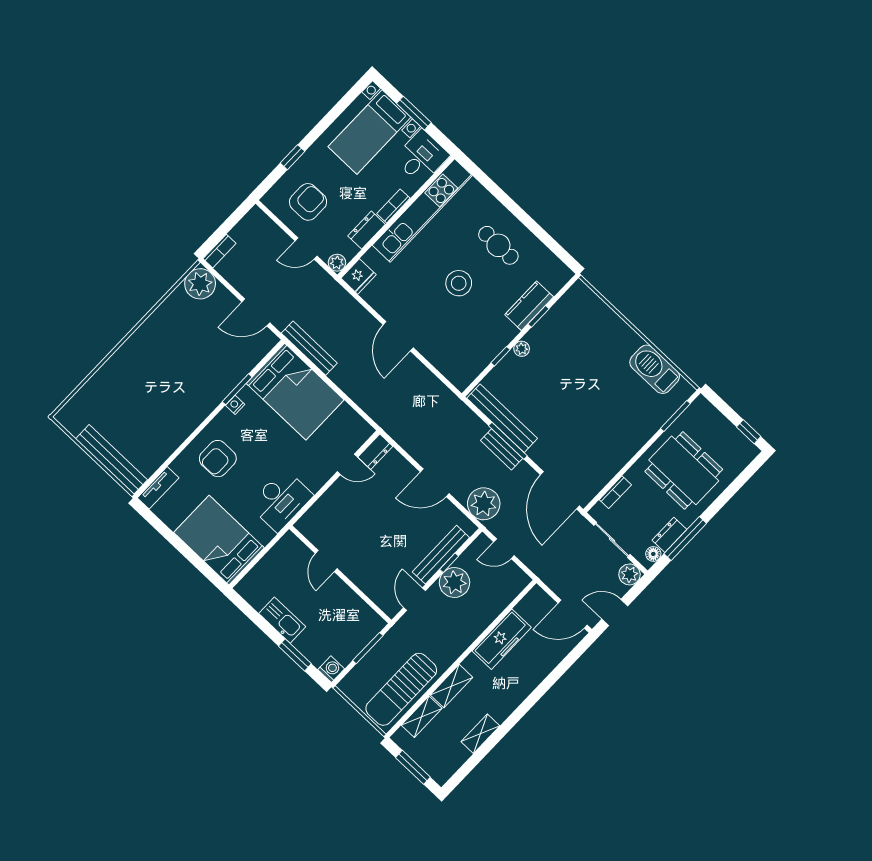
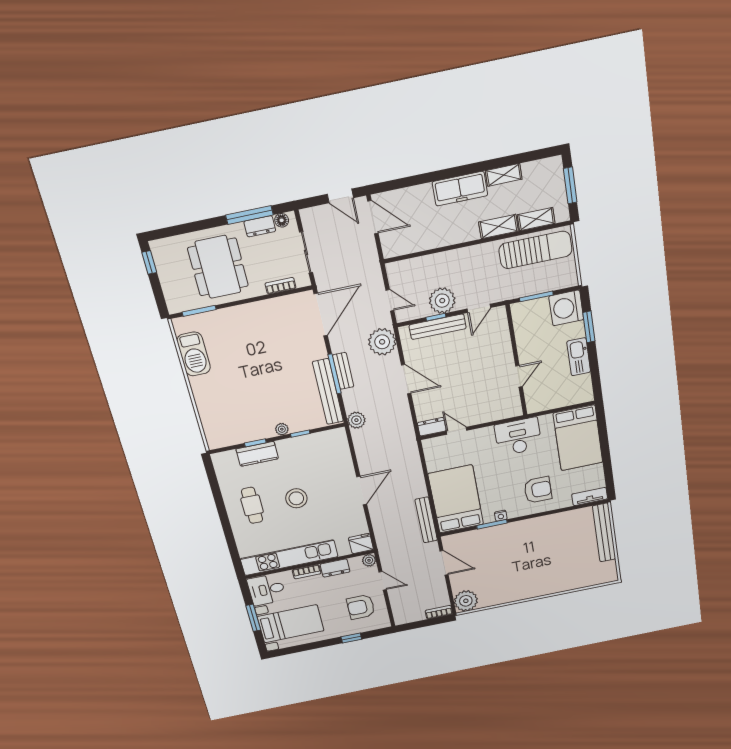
plant: (630, 574) -> (356, 420), moved
freezer: (502, 639) -> (460, 189), moved, turned 180
washing machine: (331, 669) -> (566, 308), width x1.89, depth x1.89

